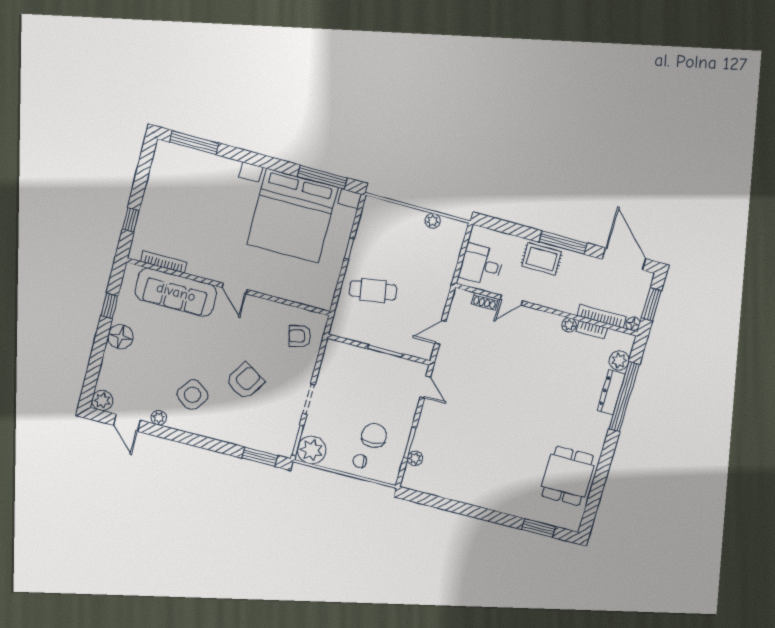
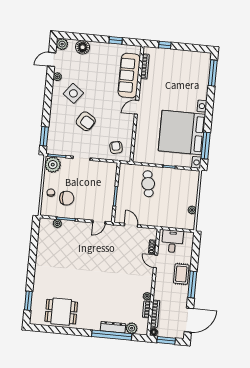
floor lamp: (120, 337) -> (83, 47), moved

